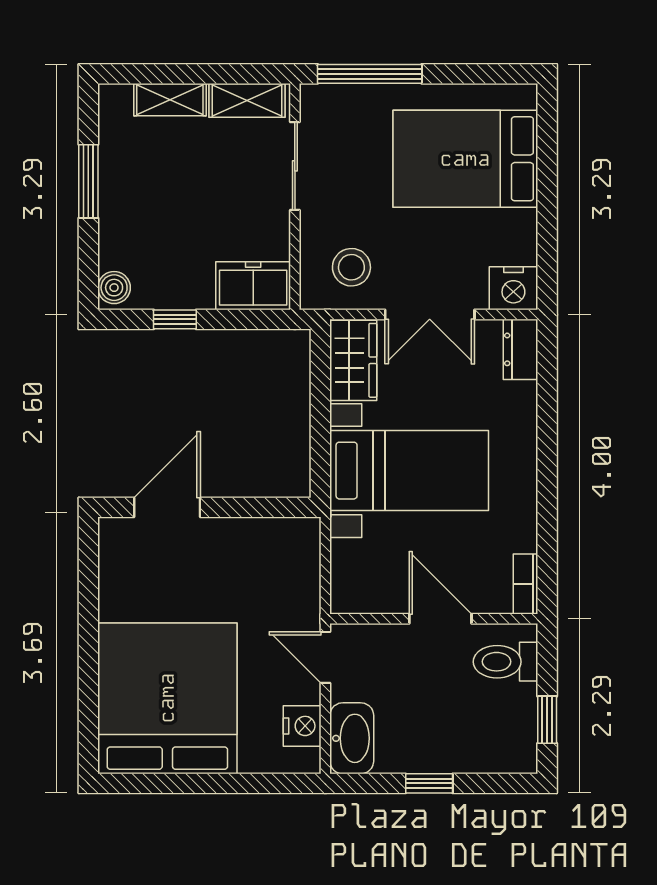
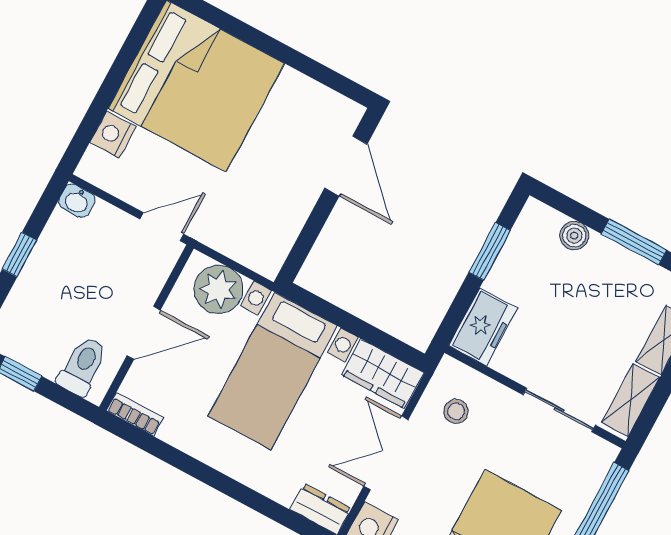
stool: (351, 267) -> (456, 411), width x0.73, depth x0.73
boiler: (114, 288) -> (574, 236), moved
window: (175, 319) -> (490, 251), width x1.50
plant: (357, 568) -> (218, 289), added
nightstand: (302, 726) -> (113, 135), moved, turned 90
washbasin: (352, 738) -> (77, 201), width x0.52, depth x0.69

